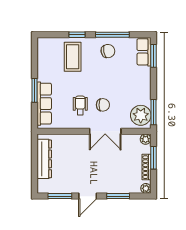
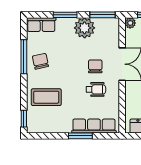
window: (77, 35) -> (24, 119), moved
window: (154, 56) -> (65, 15), moved
wheelchair: (80, 105) -> (96, 89), turned 180
plant: (141, 115) -> (85, 28), moved

